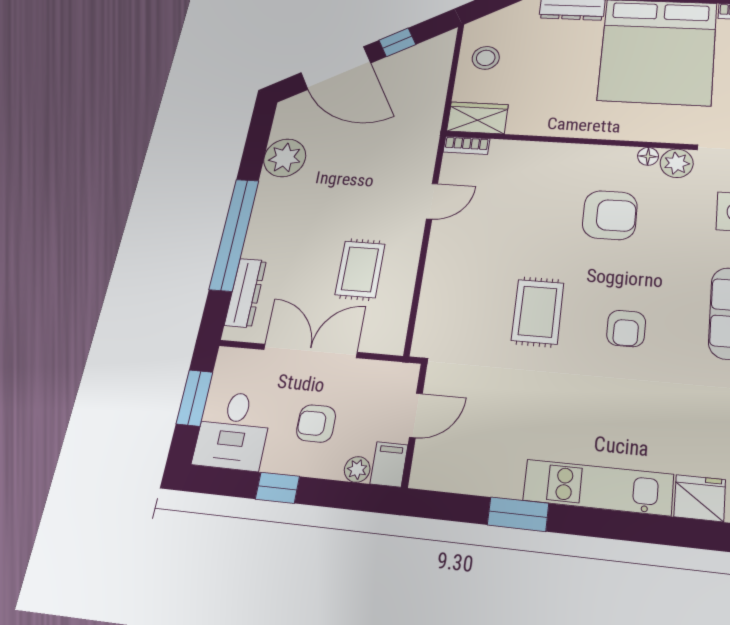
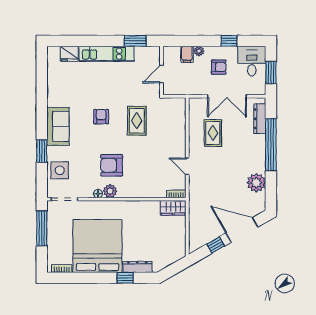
stool: (486, 58) -> (174, 239), removed
plant: (677, 163) -> (110, 191), moved
door: (432, 201) -> (187, 166), hinge flipped
door: (416, 415) -> (161, 74), moved
wall: (414, 424) -> (161, 70), moved

